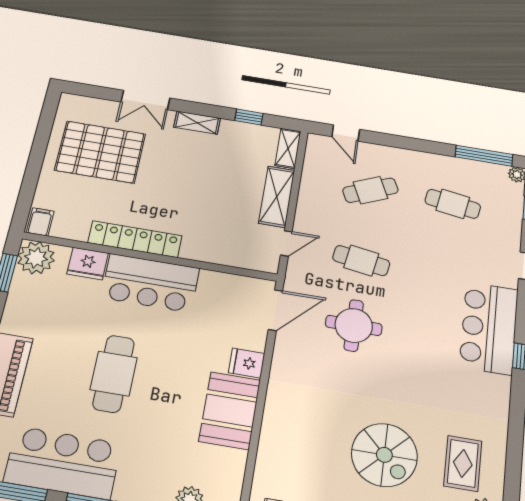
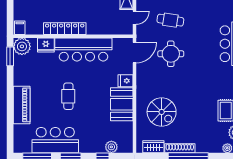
bar counter: (150, 283) -> (83, 49), width x1.36
cafe table: (114, 374) -> (68, 96), width x0.73, depth x0.74
spiral stairs: (384, 455) -> (162, 112), moved

